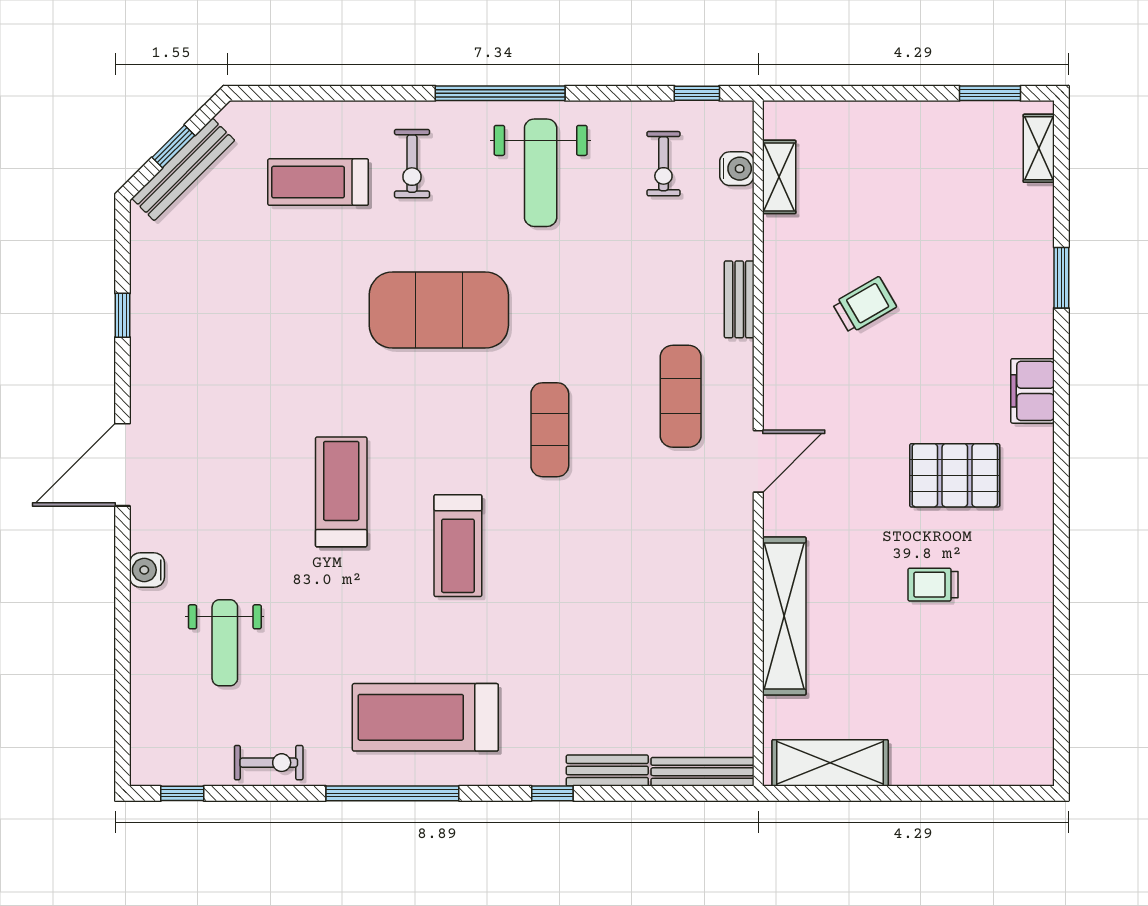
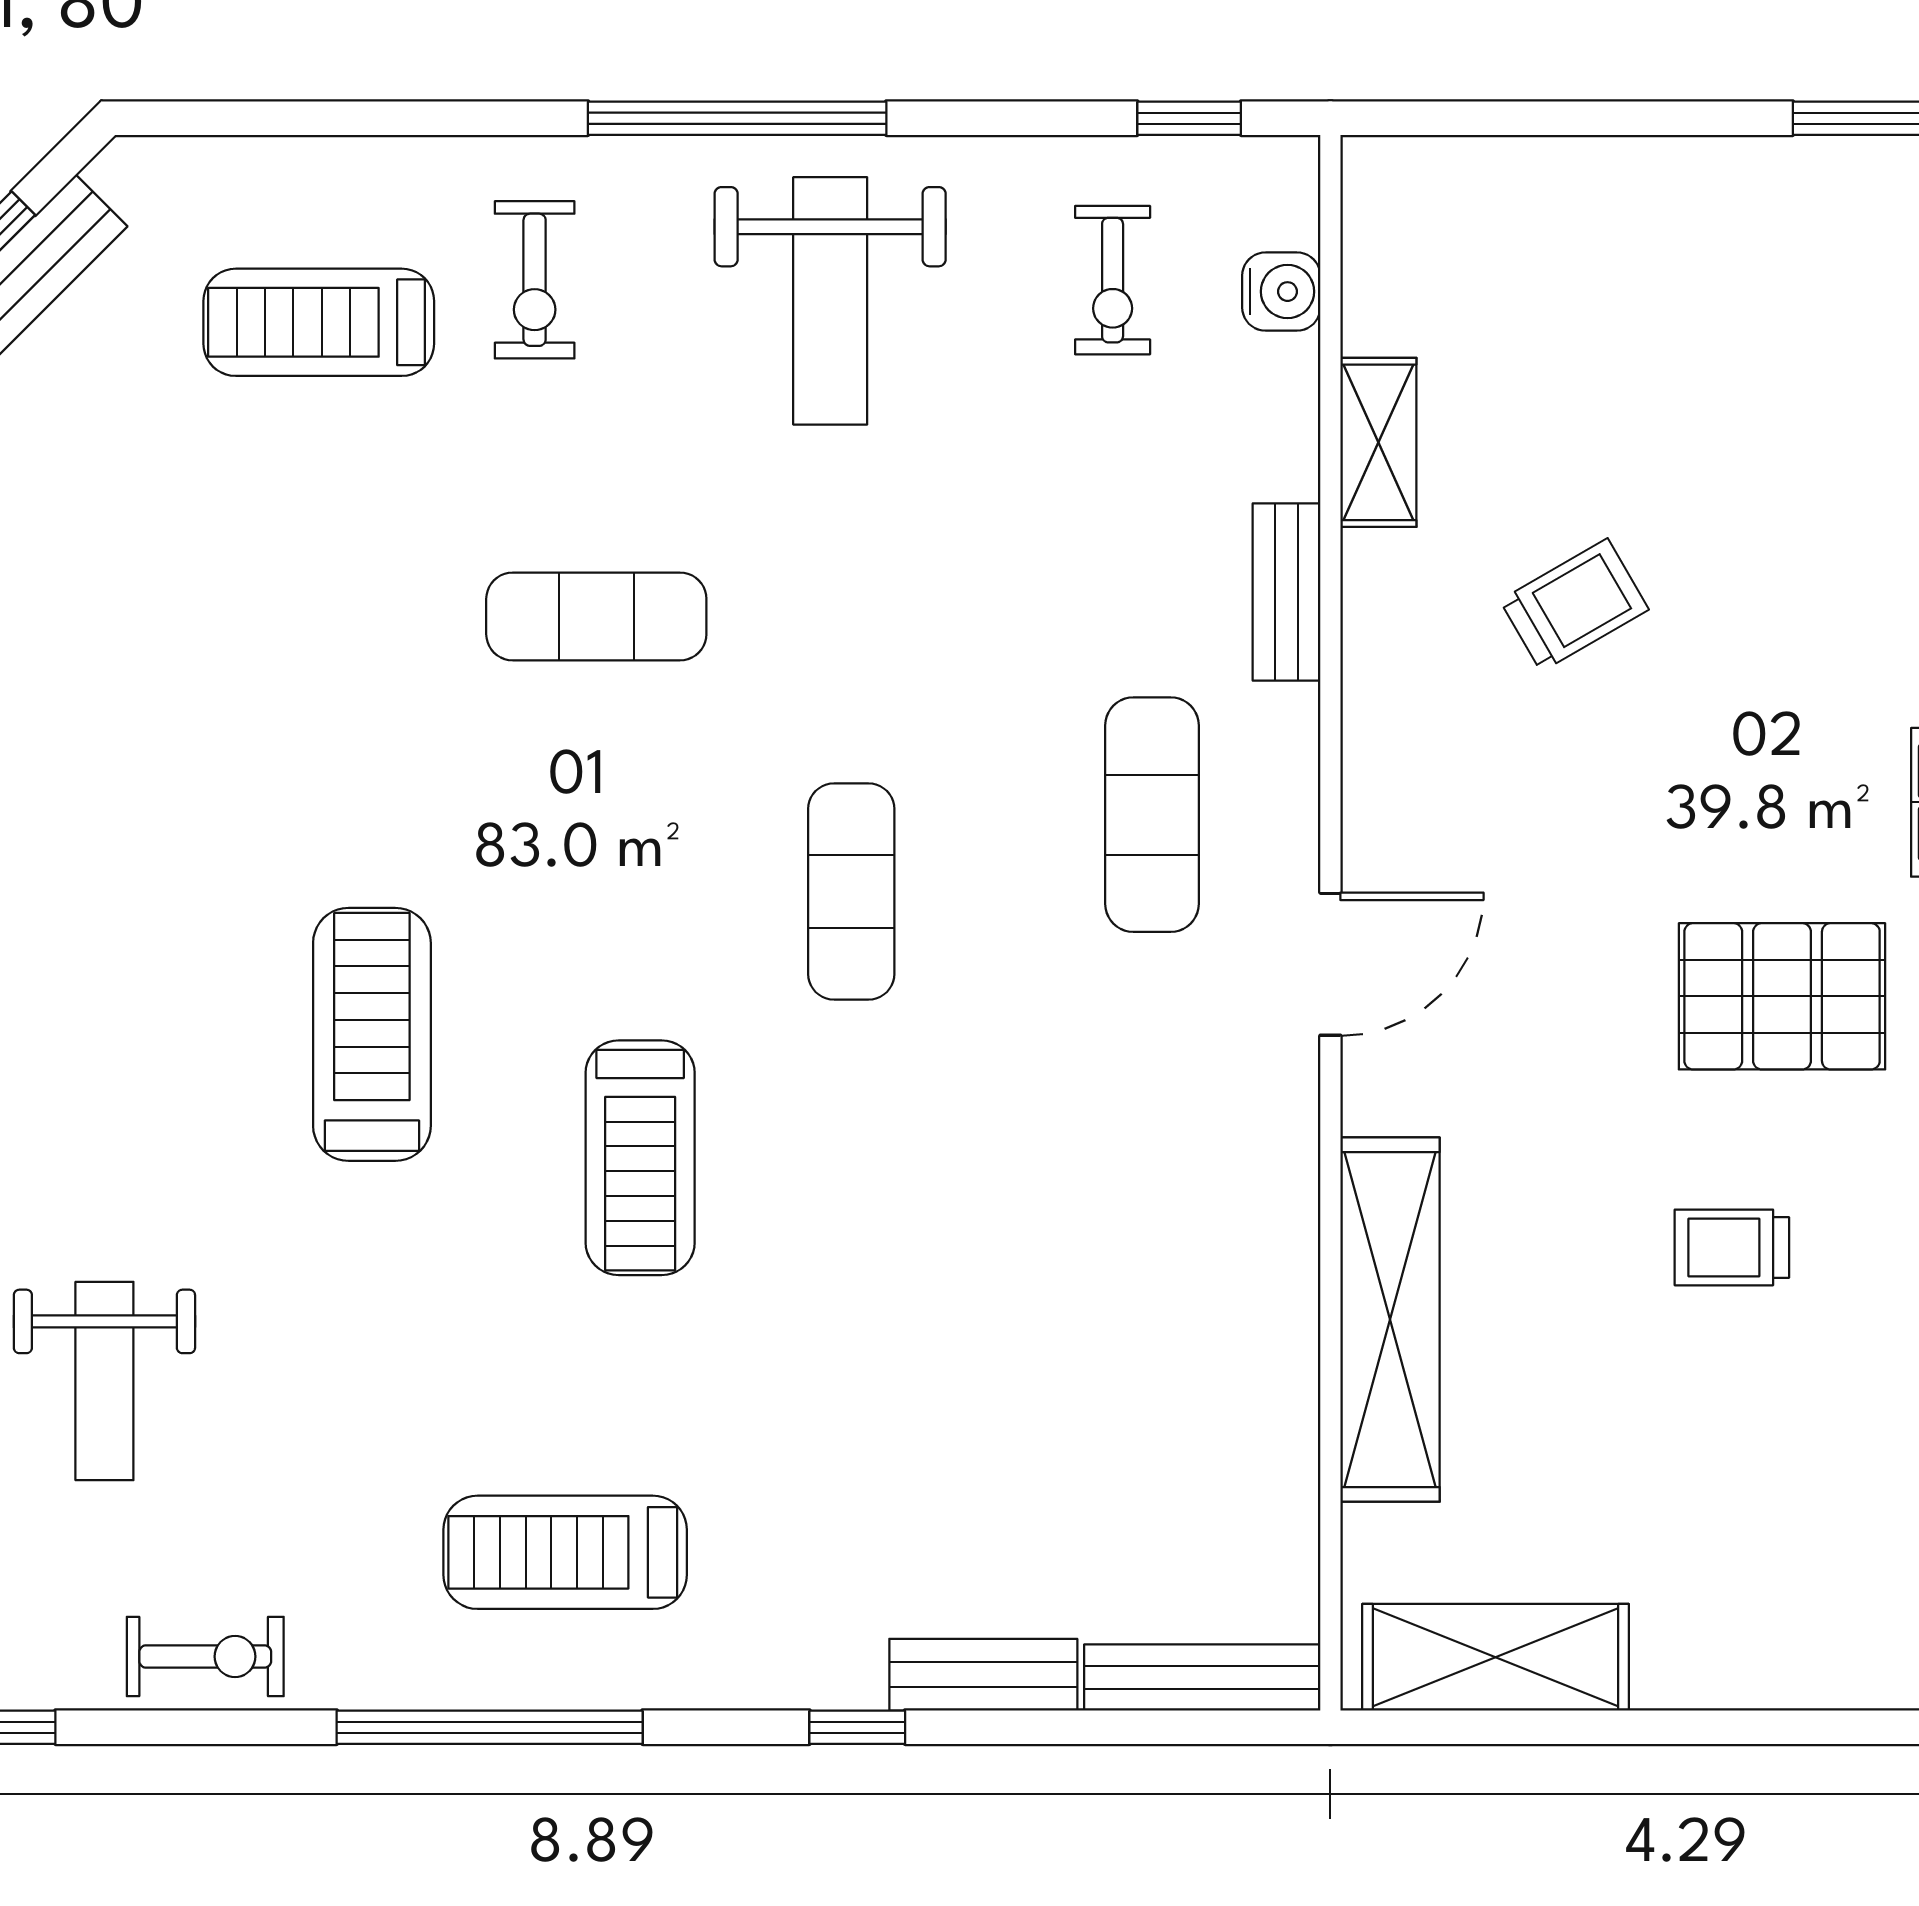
shelving: (779, 177) -> (1378, 442), moved
exercise mat: (439, 310) -> (596, 616), width x0.50, depth x0.69
treadmill: (425, 717) -> (565, 1552), width x0.73, depth x0.73

